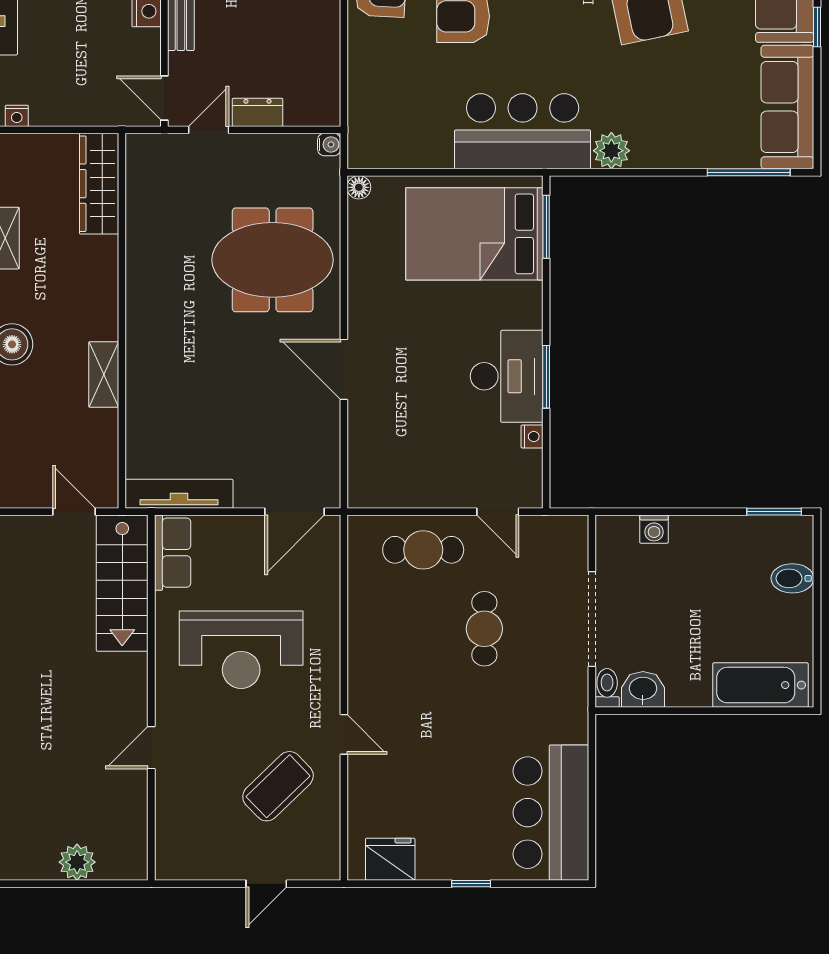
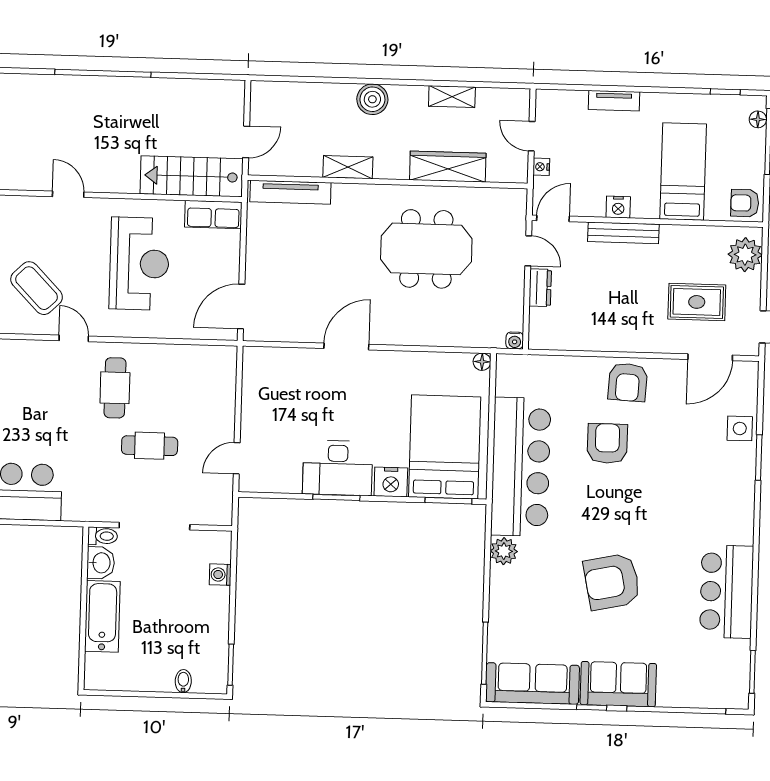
nightstand: (17, 116) -> (541, 167), moved
door: (55, 130) -> (532, 136), added
bar counter: (523, 131) -> (521, 467), width x1.36
wardrobe: (99, 184) -> (448, 167), moved
meeting table: (273, 260) -> (426, 249), moved, turned 90
nightstand: (532, 436) -> (391, 482), moved, width x1.89, depth x1.79
tv unit: (179, 494) -> (290, 192), moved, turned 90
door: (295, 512) -> (241, 307), hinge flipped
cafe table: (423, 550) -> (115, 388), moved
bidet: (792, 578) -> (183, 681), width x0.72, depth x0.74
reception desk: (241, 650) -> (139, 264), turned 180
bathtub: (760, 685) -> (102, 616), moved
door: (344, 734) -> (74, 338), swing flipped

